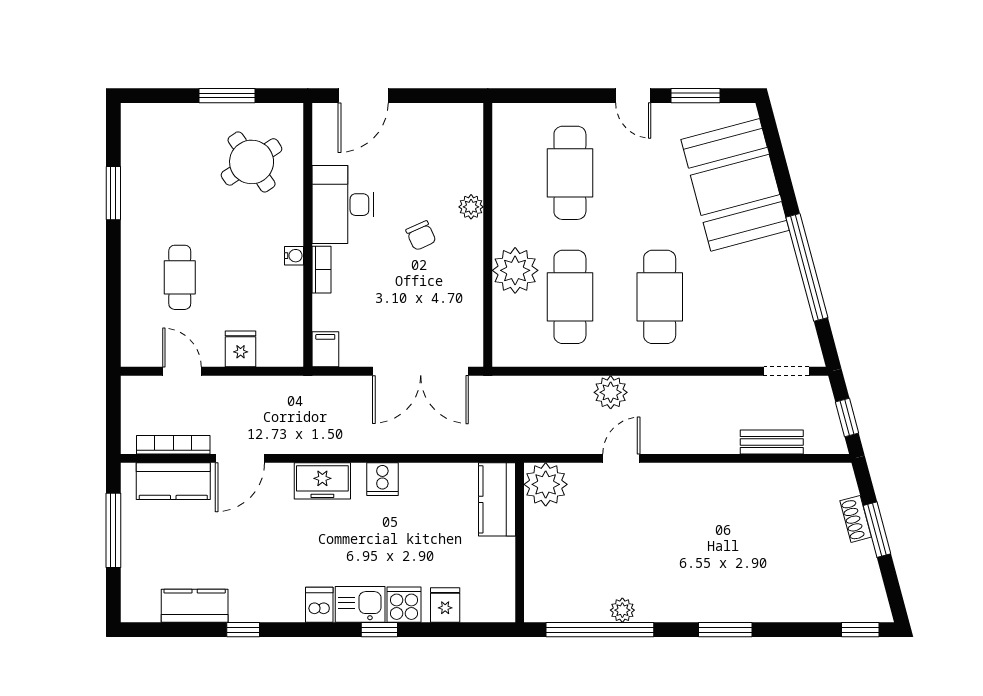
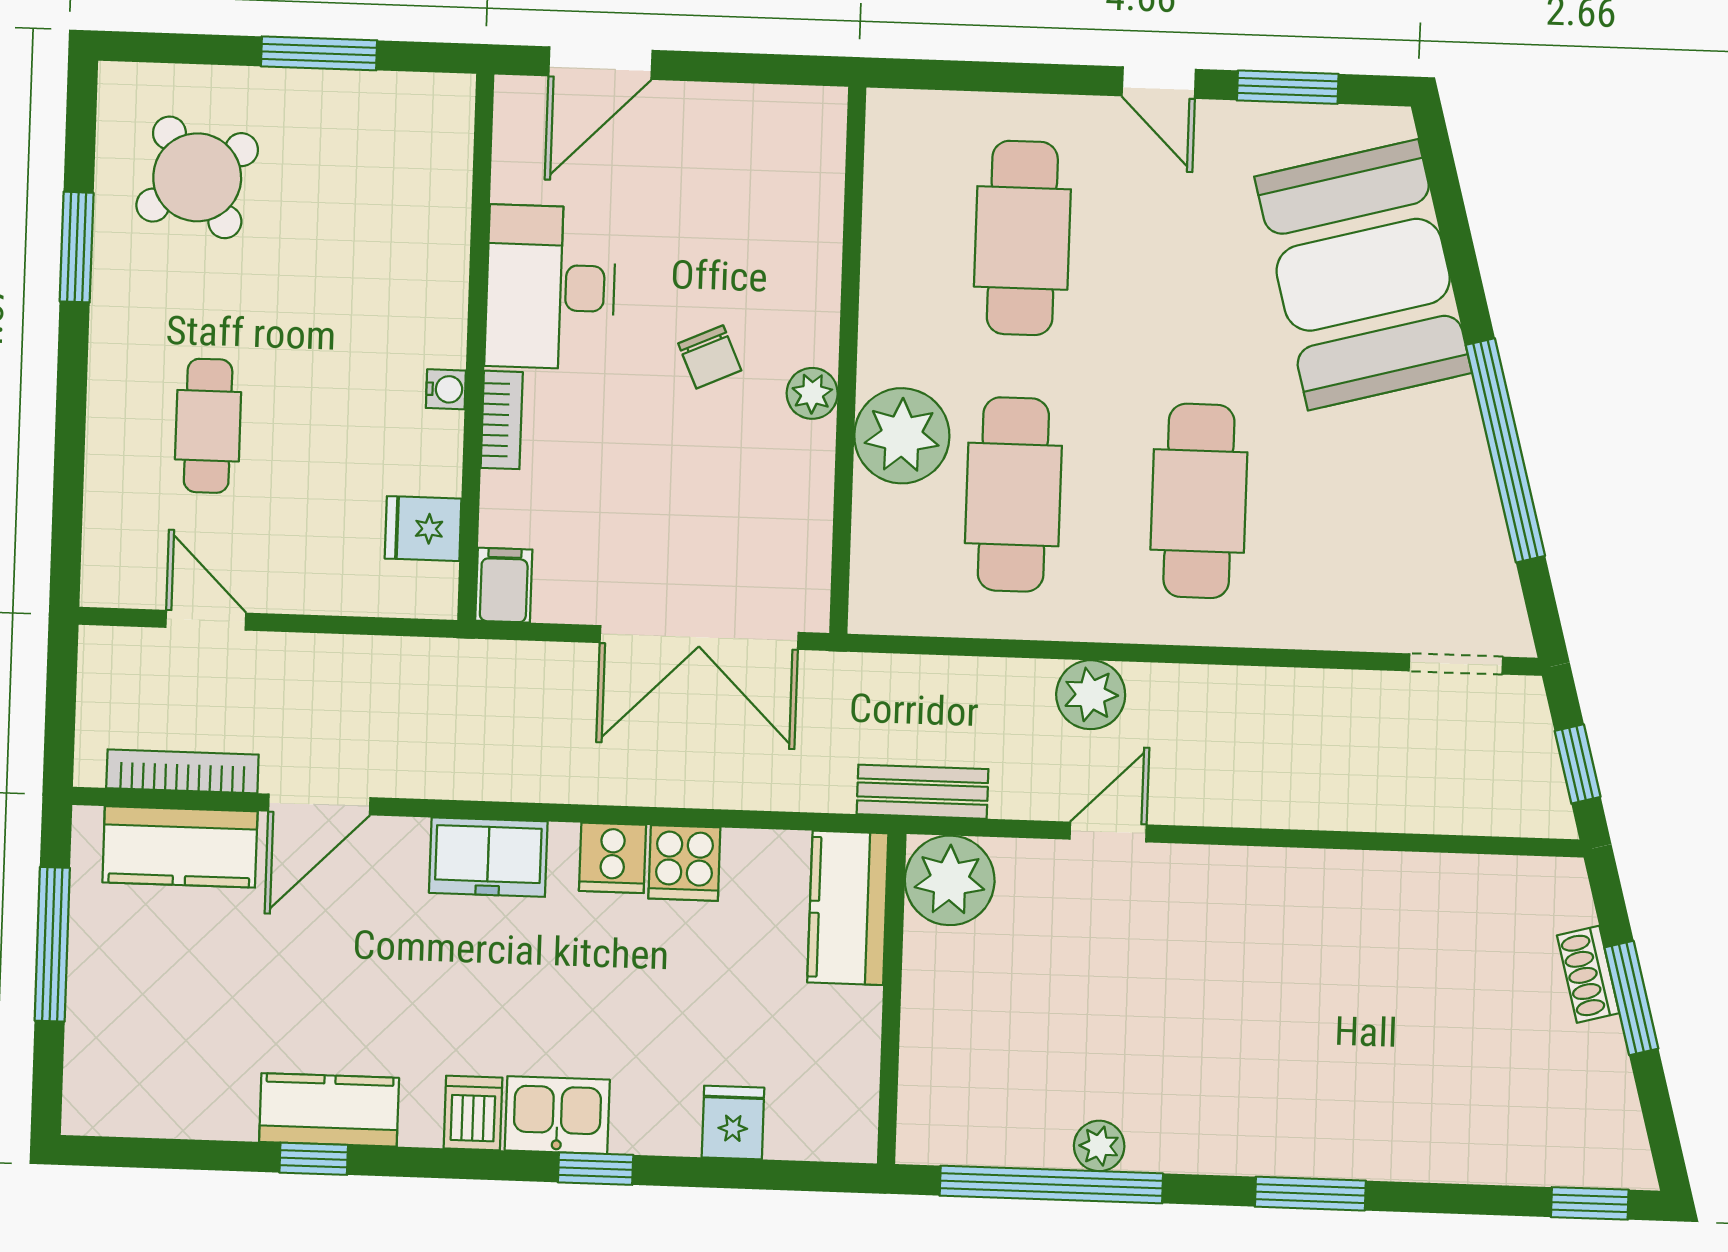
round table: (252, 162) -> (197, 177), moved
plant: (471, 207) -> (812, 393), moved
fridge: (241, 349) -> (423, 529), moved, turned -90
bench: (772, 442) -> (922, 792), moved
cooker: (404, 605) -> (684, 863), moved, turned 180
kitchen counter: (195, 606) -> (329, 1110), moved

